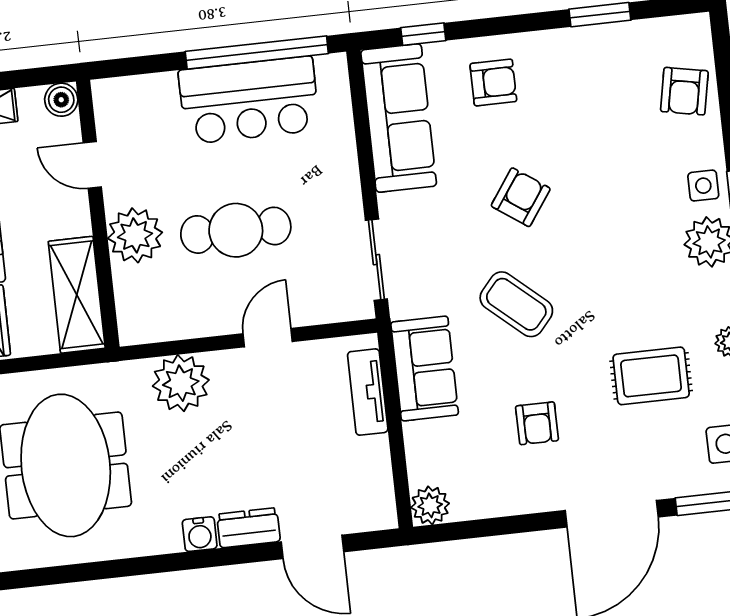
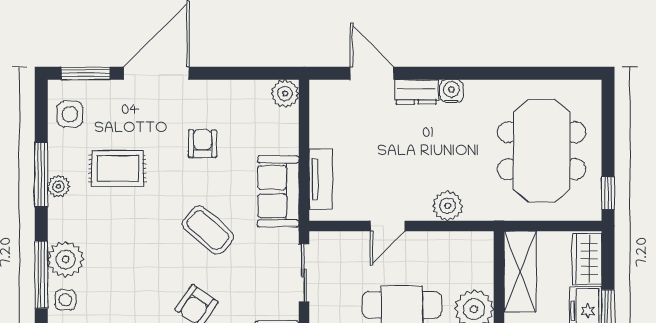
plant: (181, 383) -> (448, 206), width x0.73, depth x0.73

